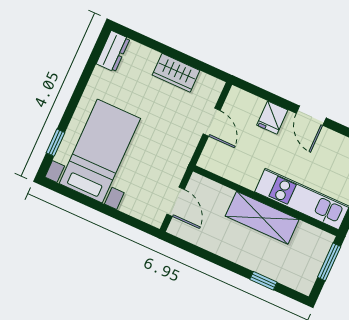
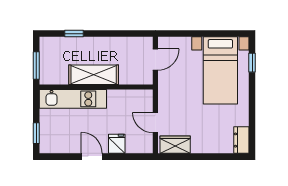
wardrobe: (176, 73) -> (175, 145), moved
door: (176, 202) -> (155, 60), swing flipped

